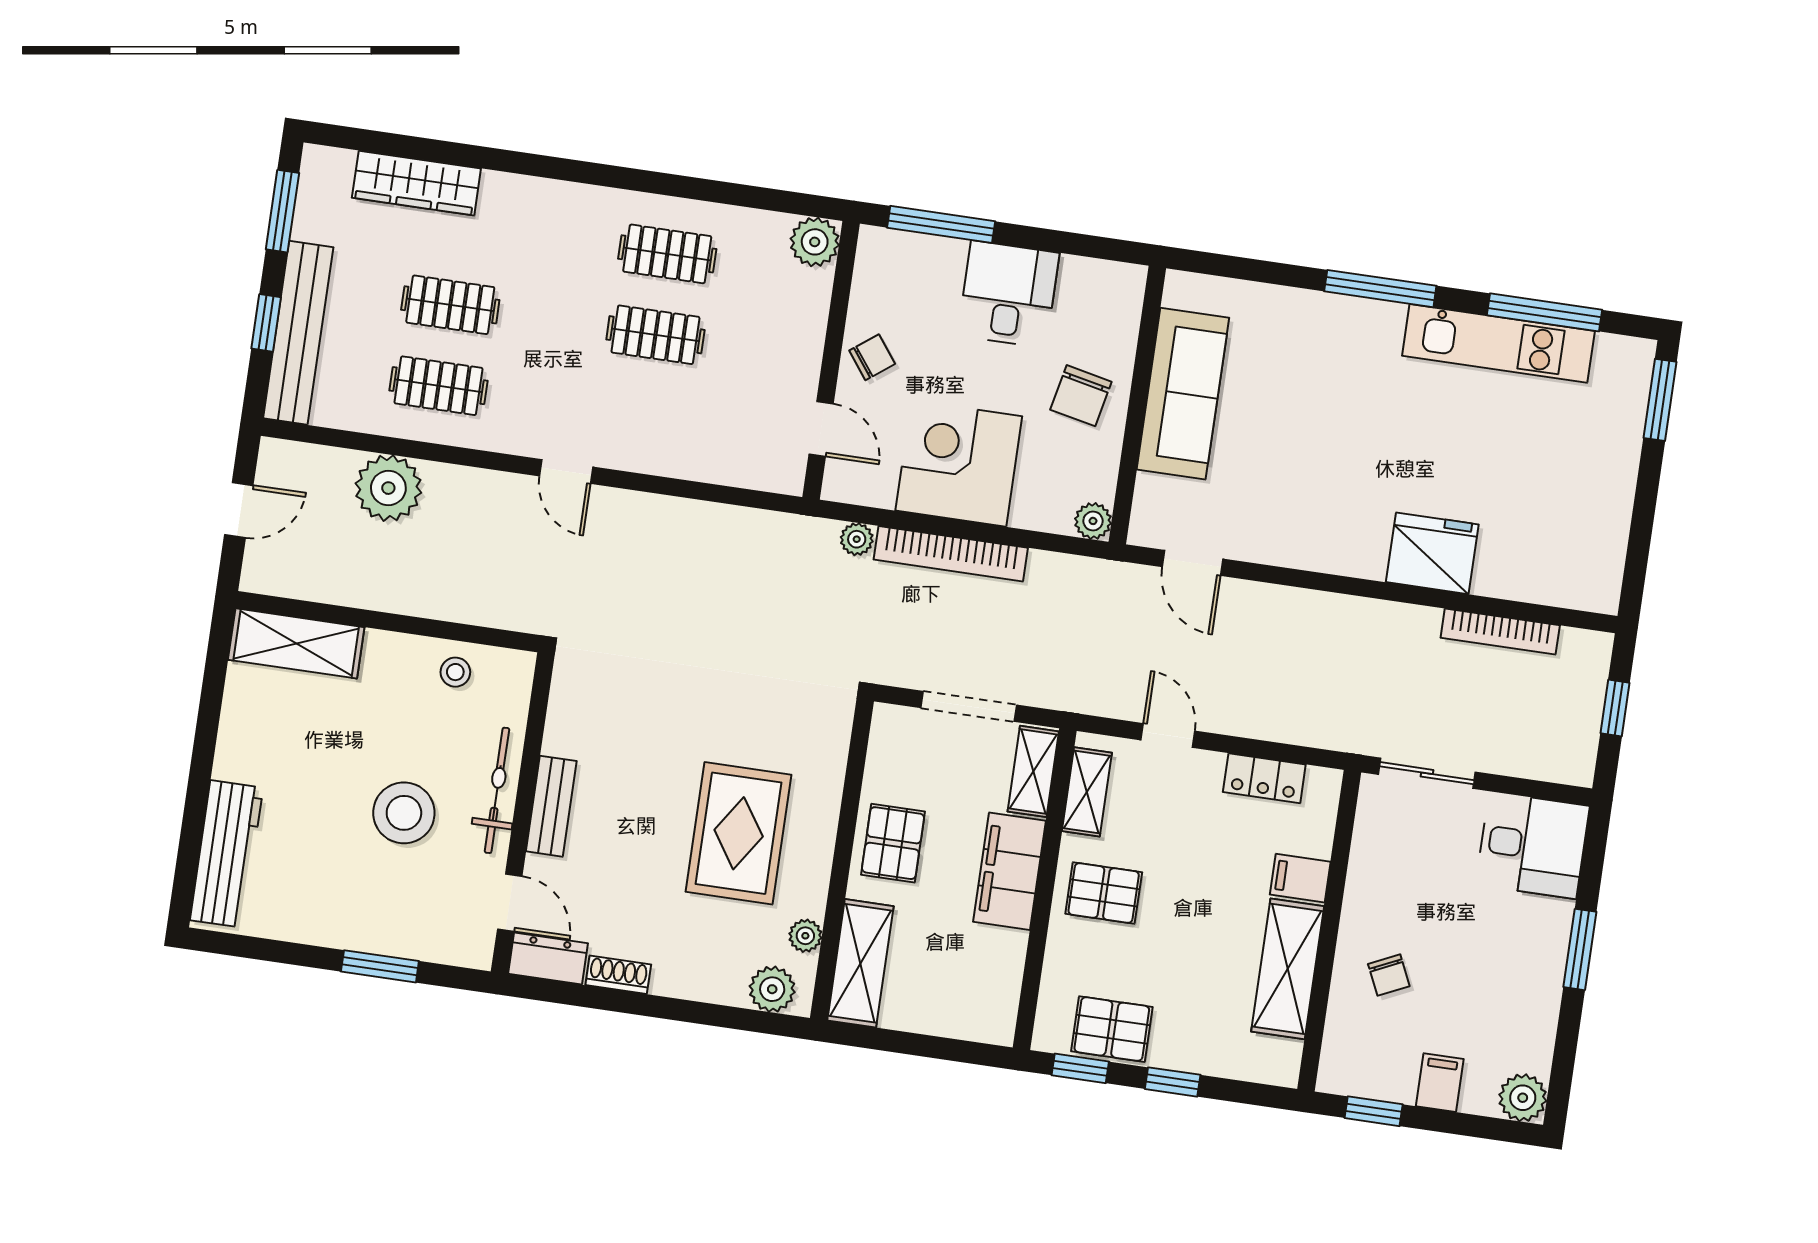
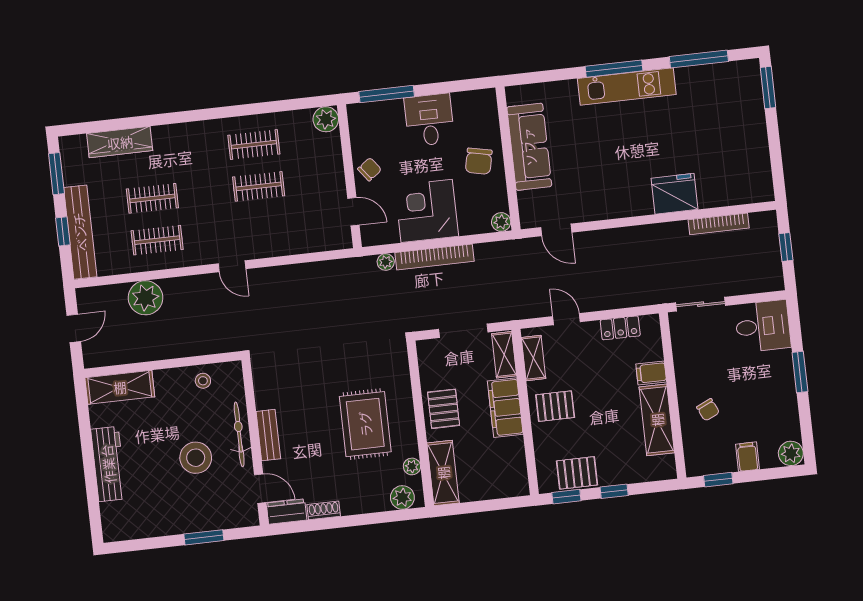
kitchen unit: (1498, 343) -> (627, 86), moved
workbench: (227, 854) -> (108, 464), moved

